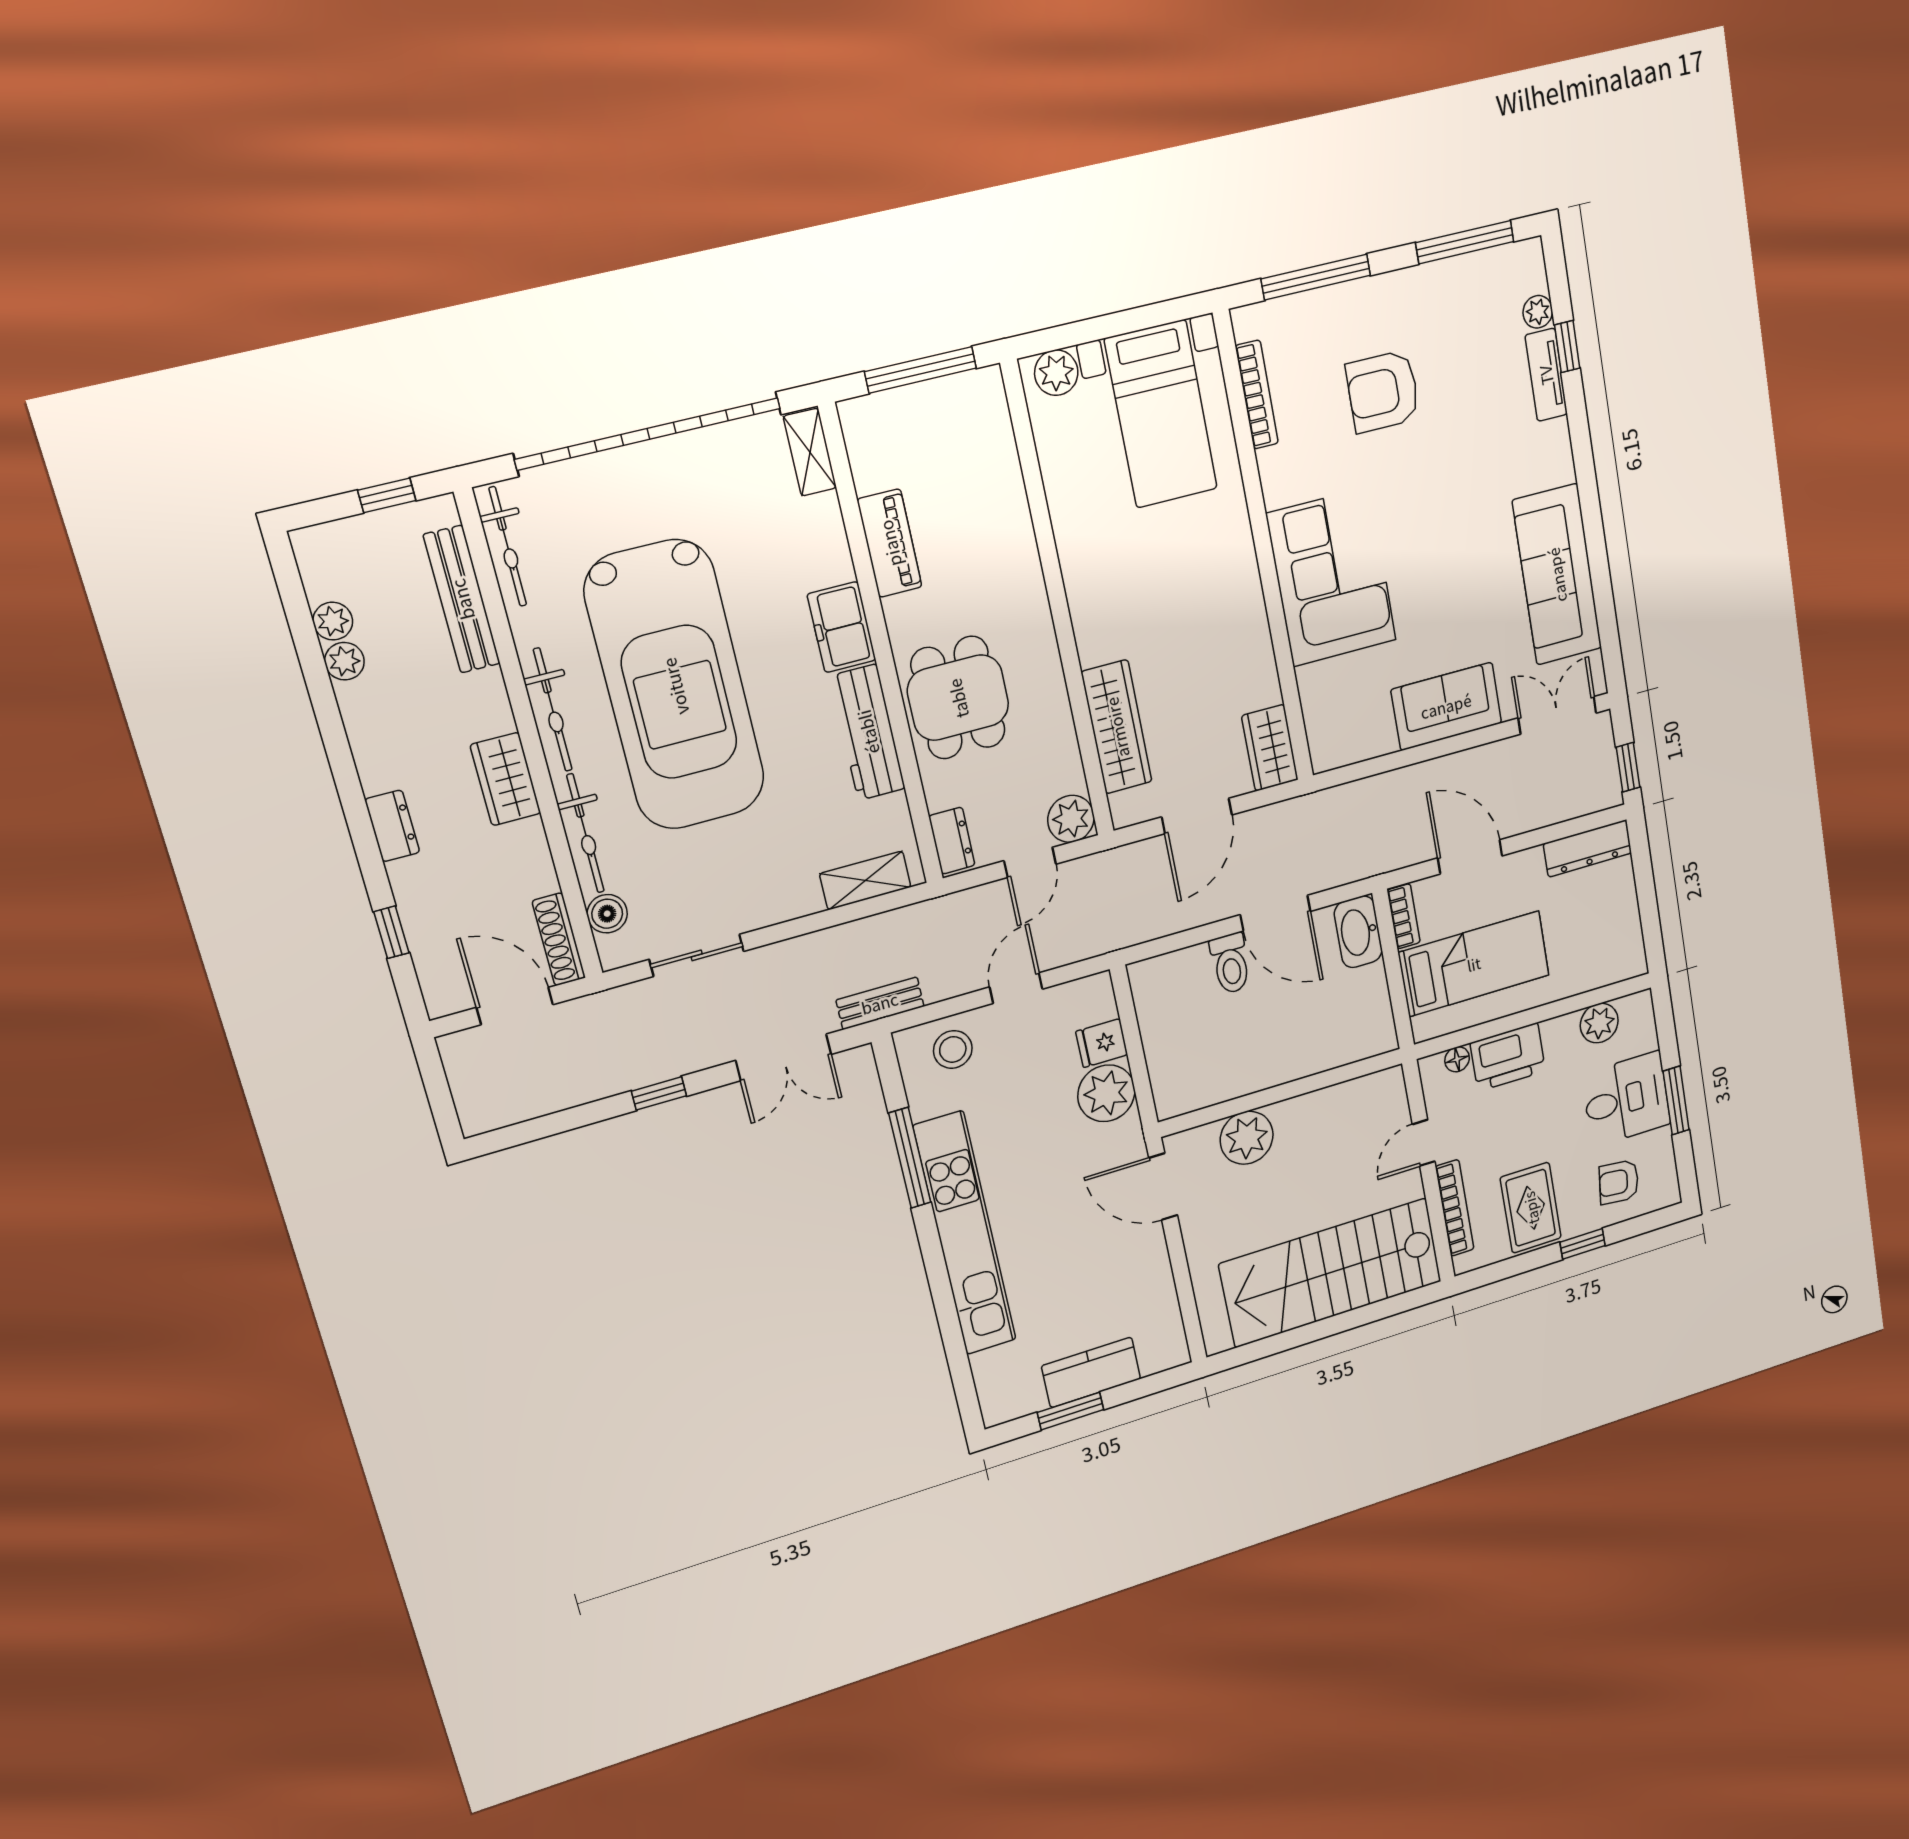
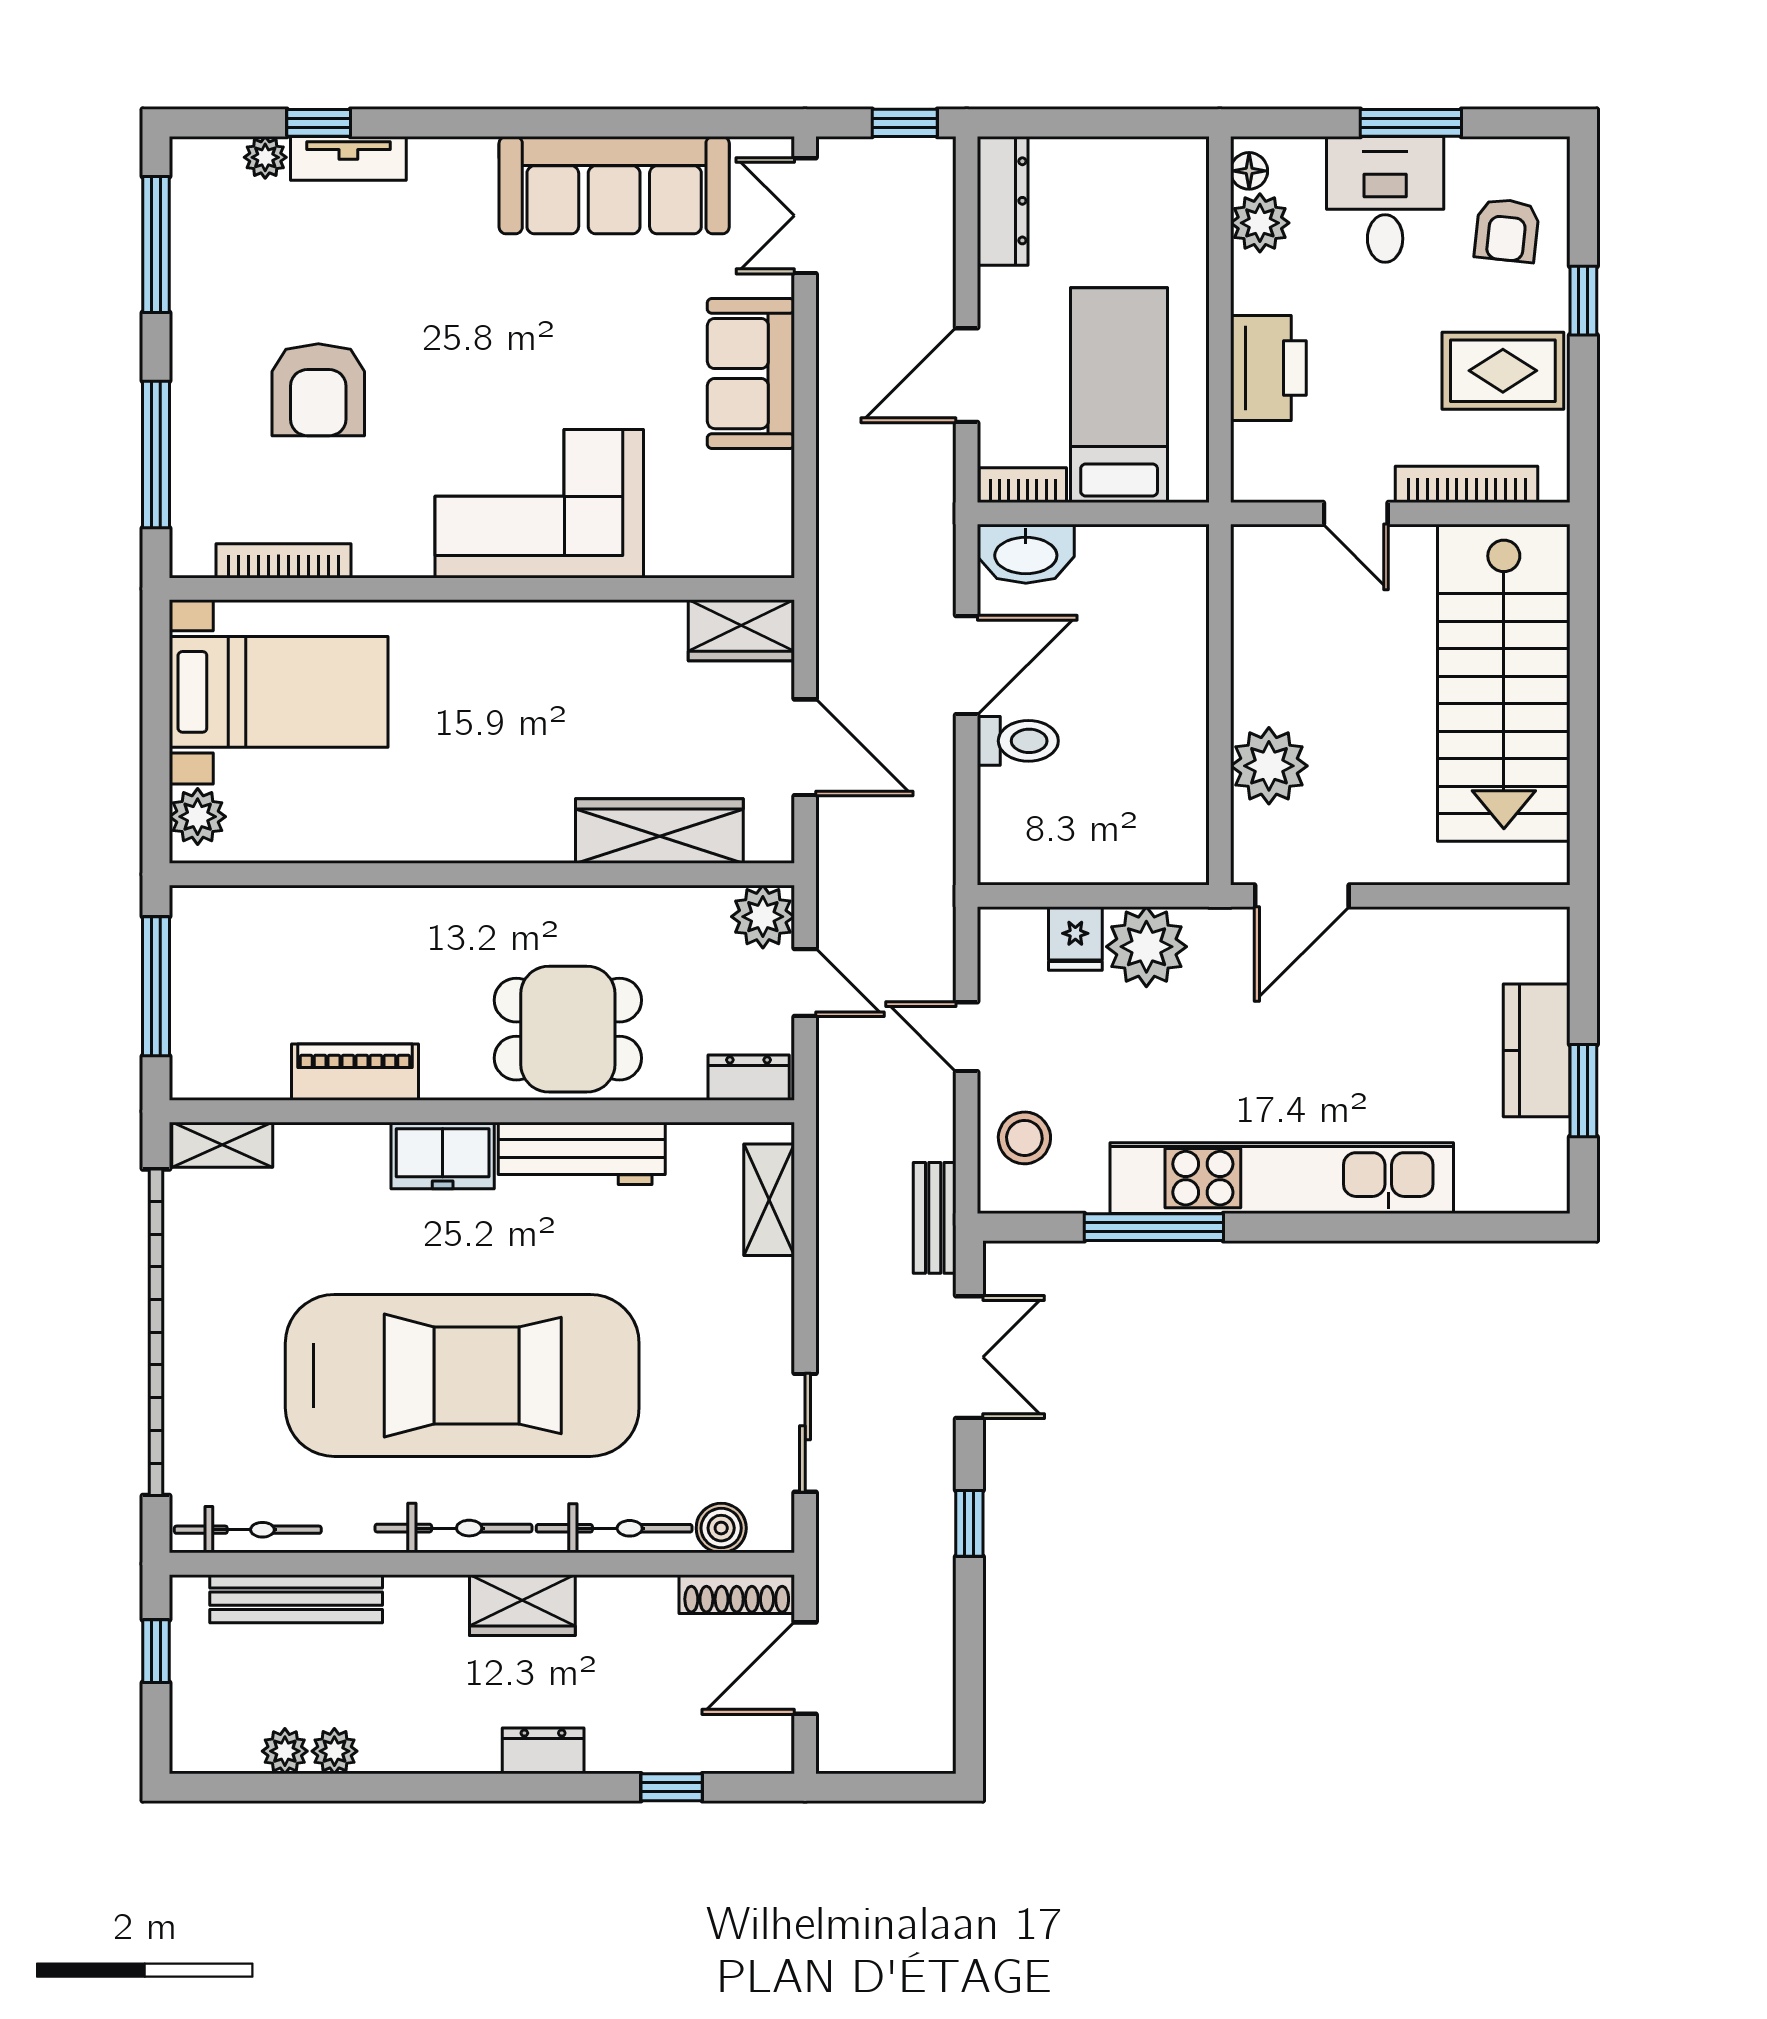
floor lamp: (1457, 1059) -> (1249, 171), moved

